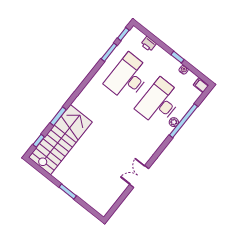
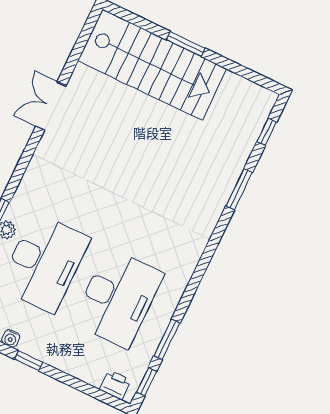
printer: (148, 44) -> (115, 385), moved
stairs: (60, 140) -> (152, 65), moved, turned -90
double door: (139, 177) -> (51, 106), swing flipped

